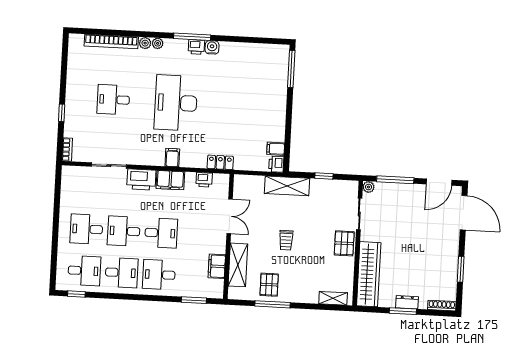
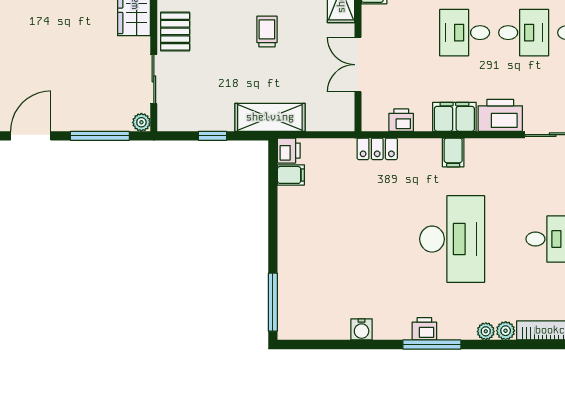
water cooler: (212, 47) -> (362, 329), moved

